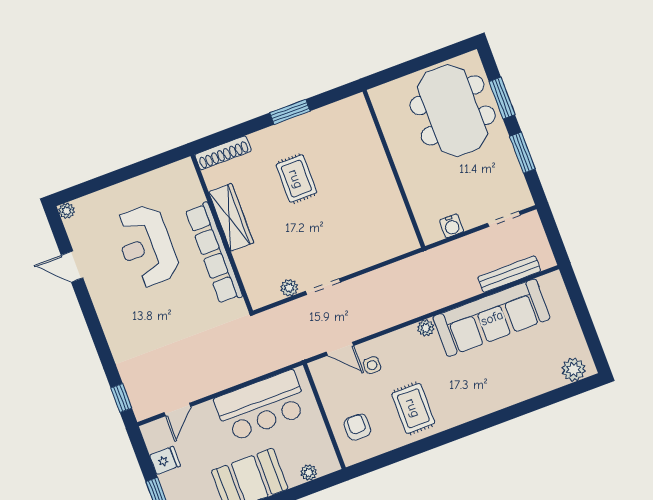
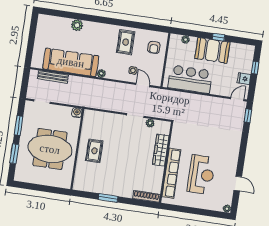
meeting table: (453, 110) -> (50, 149), moved, turned 90
rug: (296, 179) -> (94, 151), moved
wardrobe: (231, 217) -> (161, 150), moved
water cooler: (452, 226) -> (77, 113), moved
row of seats: (214, 253) -> (171, 173), moved
plant: (574, 370) -> (77, 25), moved
door: (178, 410) -> (237, 99), moved

